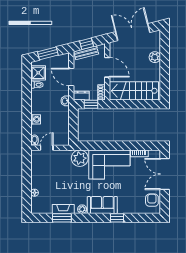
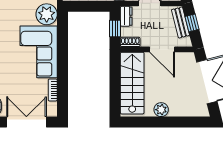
plant: (155, 57) -> (161, 110), moved
door: (107, 67) -> (162, 49), hinge flipped

